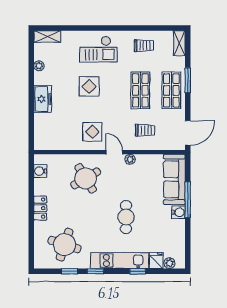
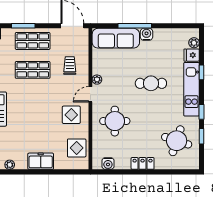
display table: (89, 86) -> (77, 148), moved
round table: (86, 178) -> (115, 121), turned 31

